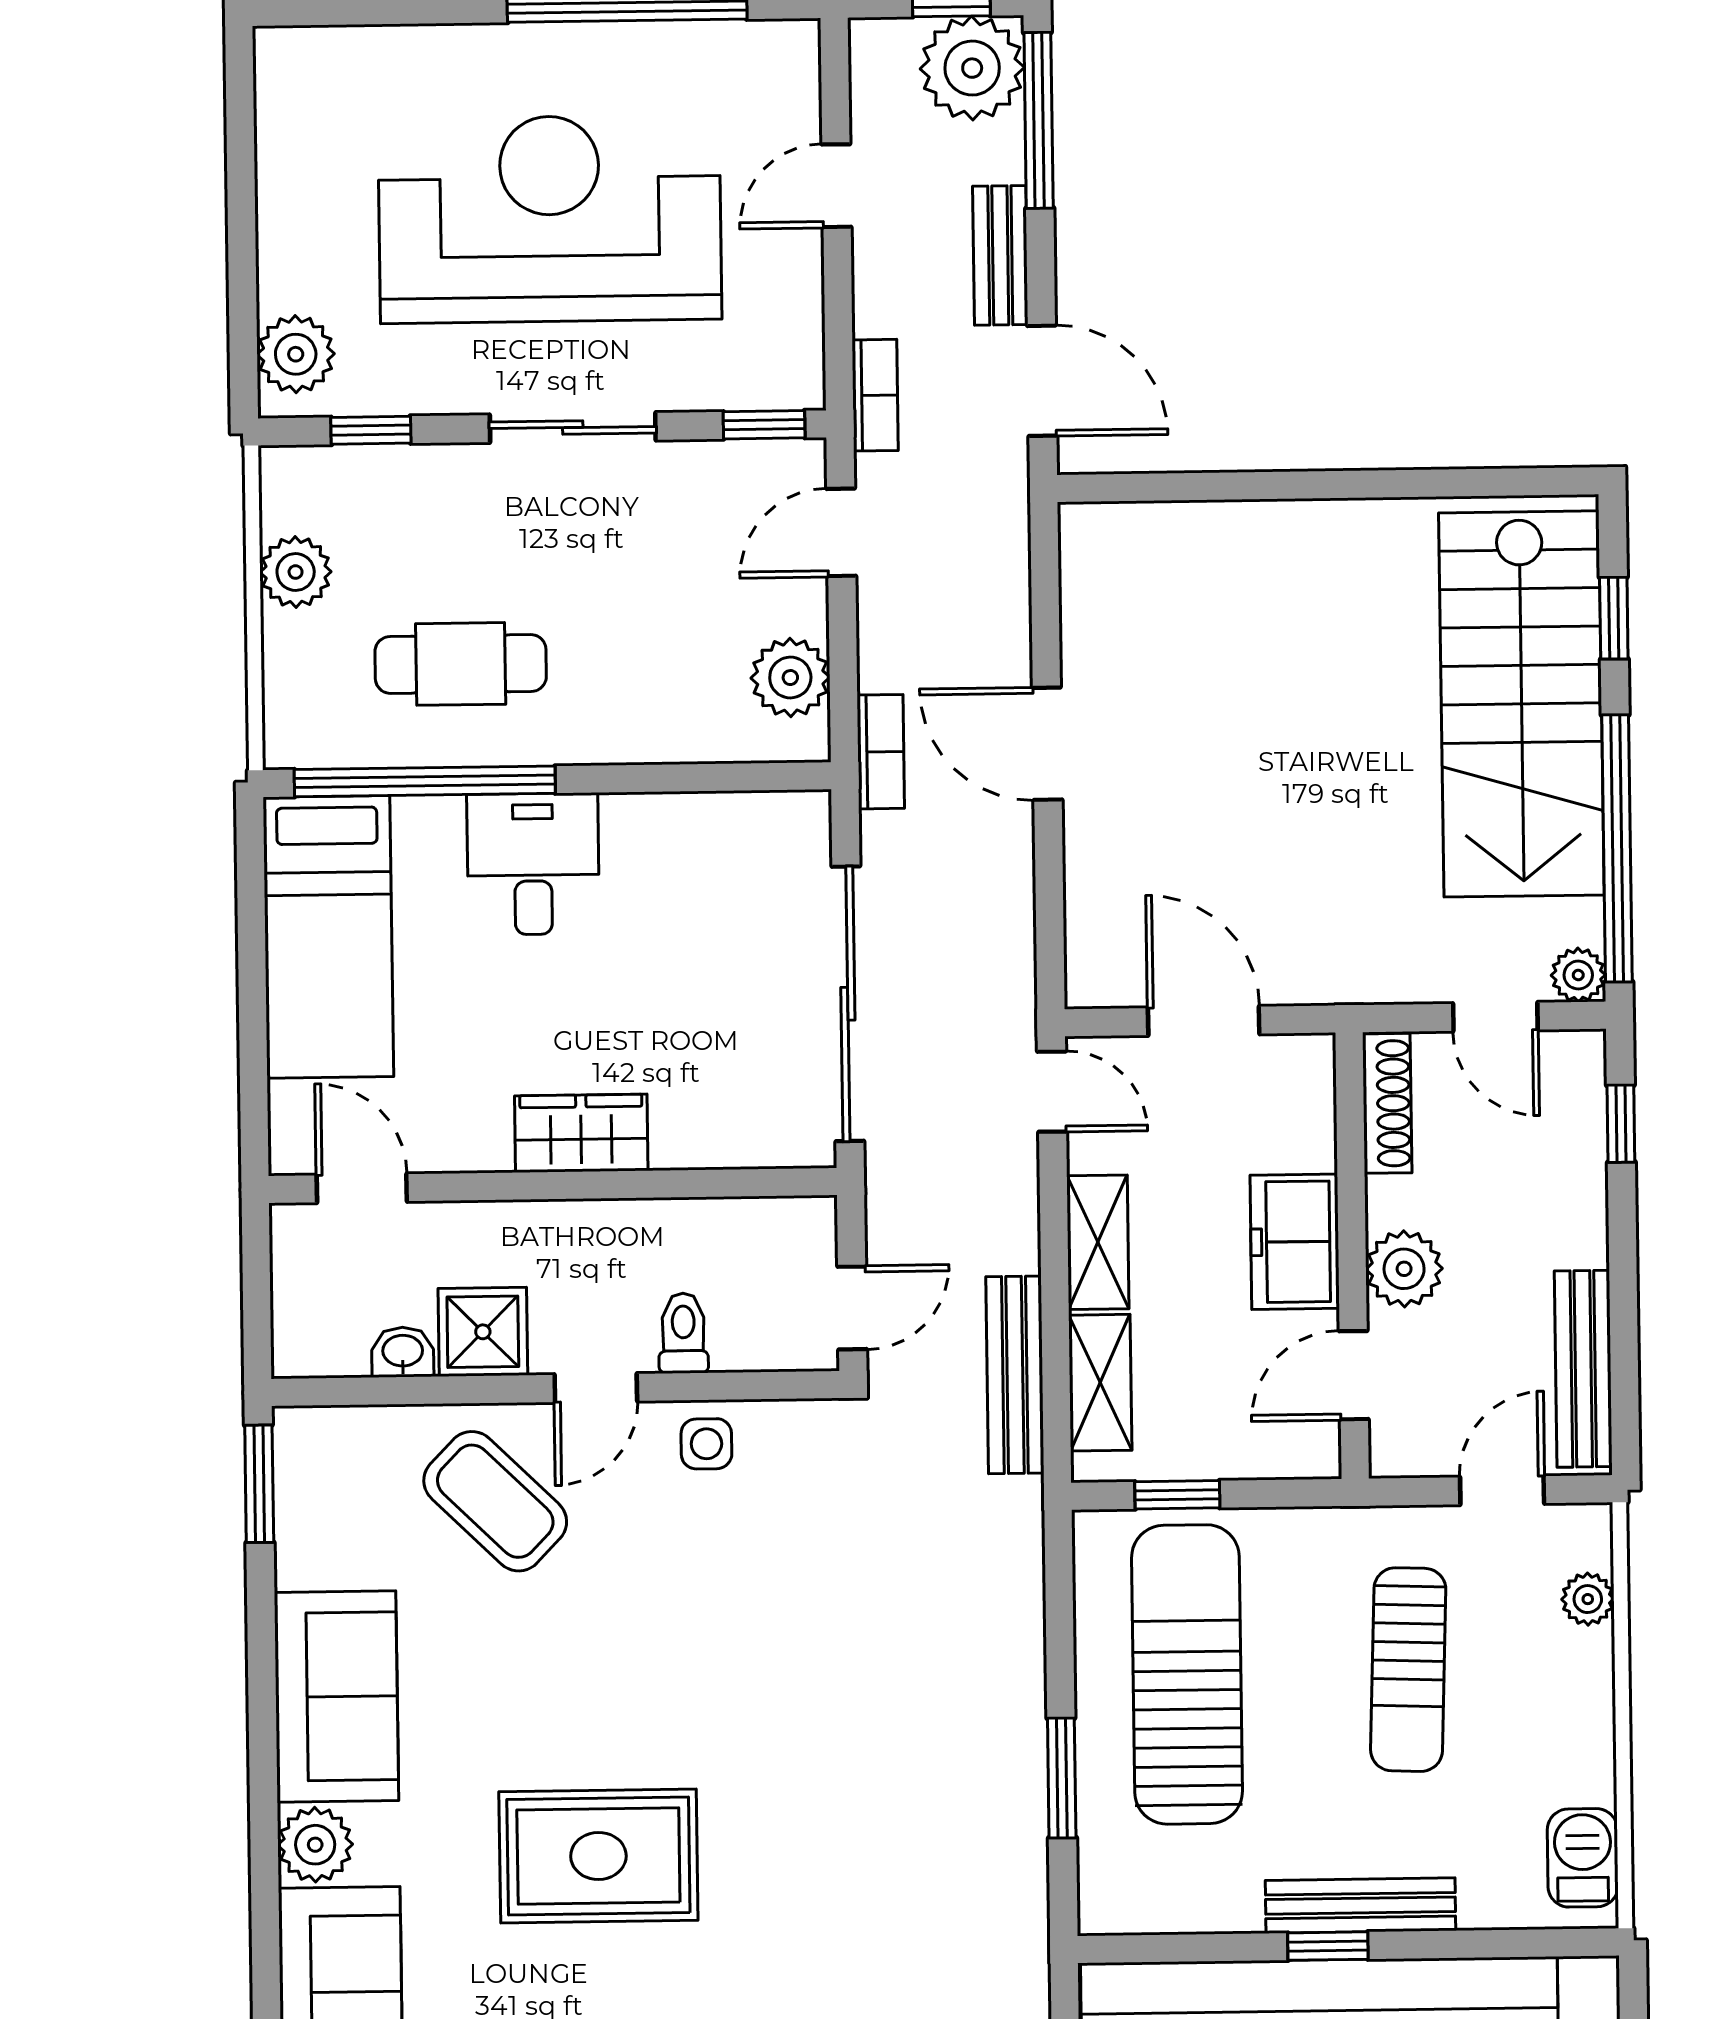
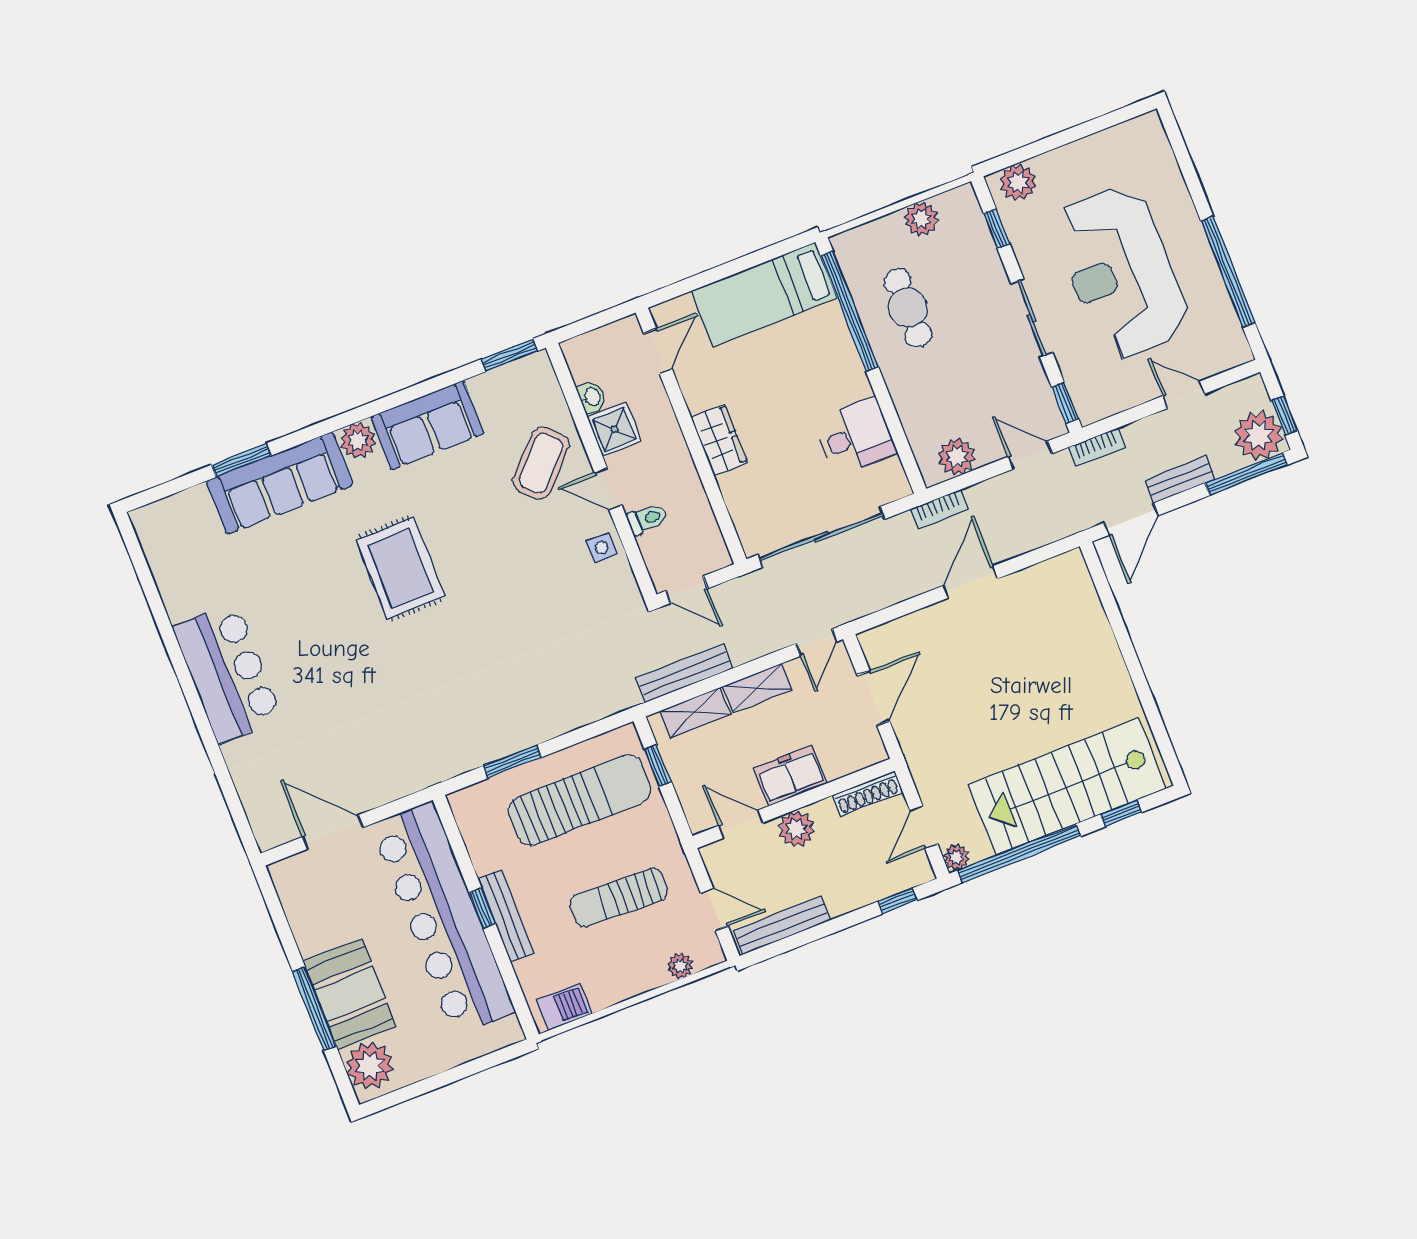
reception desk: (550, 219) -> (1121, 273), turned 180
desk: (533, 864) -> (856, 436), moved

